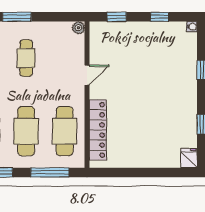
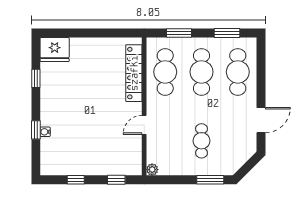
water cooler: (192, 27) -> (45, 132), moved
fridge: (189, 158) -> (55, 50), width x1.88, depth x1.34
window: (50, 172) -> (179, 33), width x0.69

